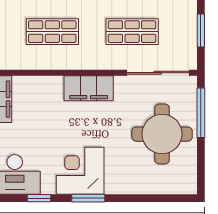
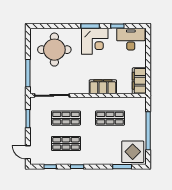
filing cabinet: (89, 88) -> (103, 87), moved
round table: (162, 134) -> (54, 50), moved

